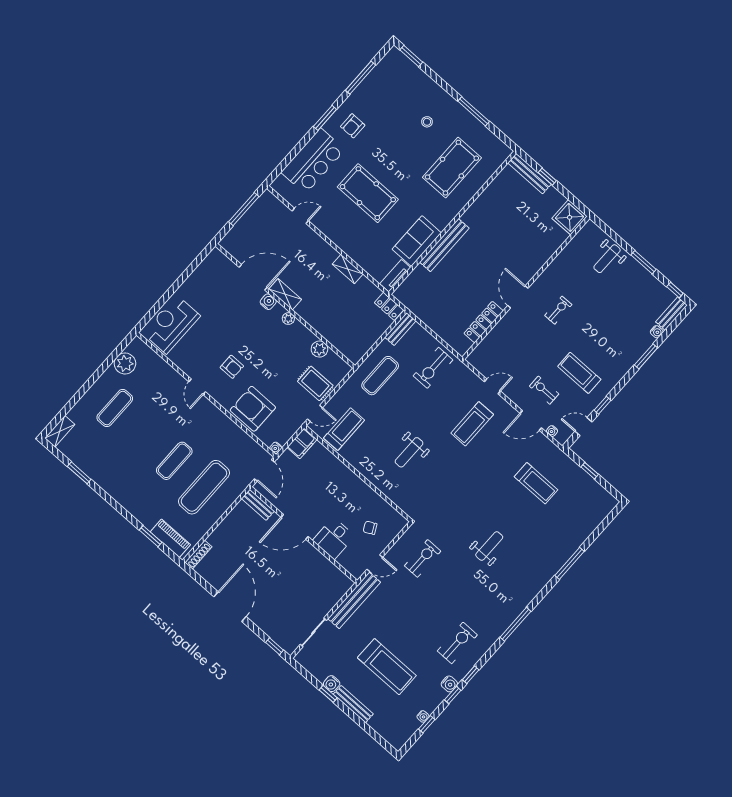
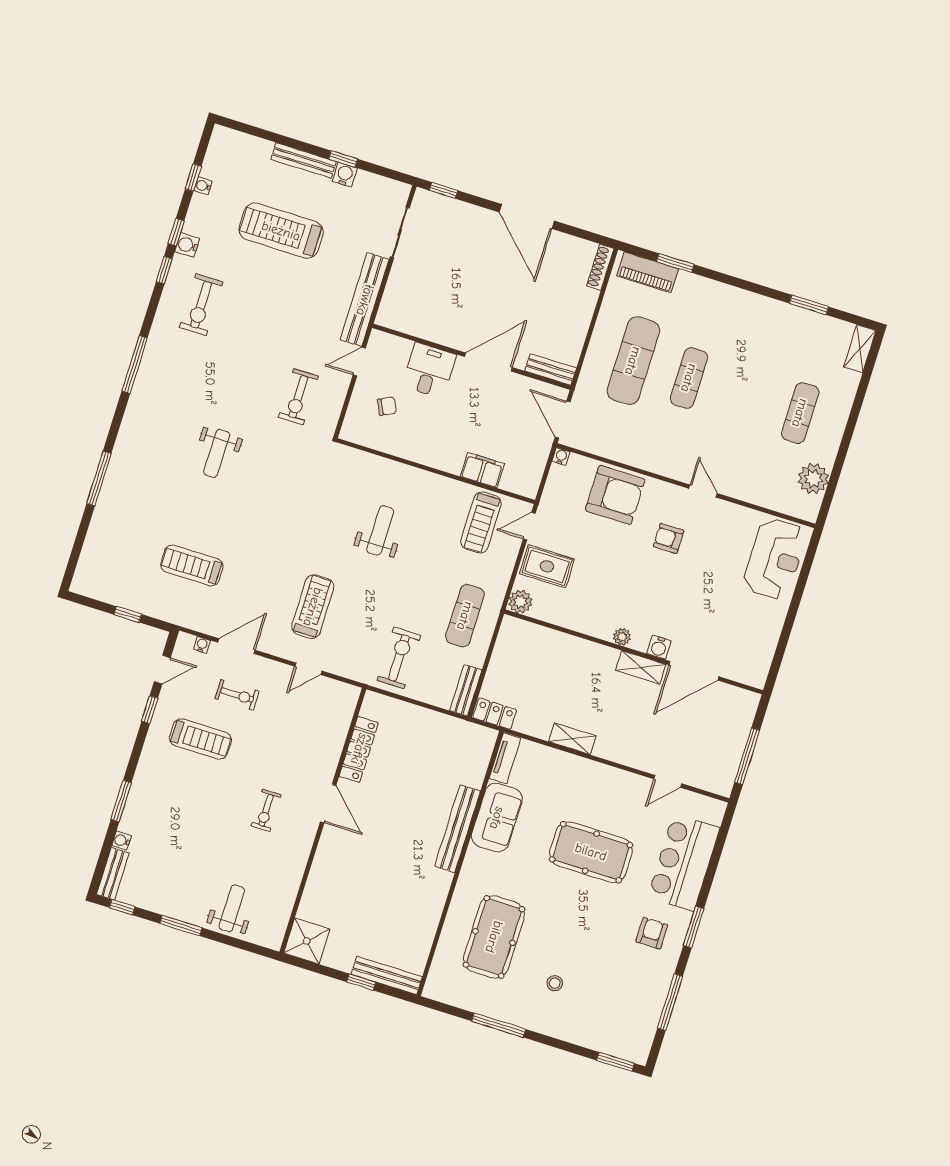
plant: (319, 349) -> (520, 602), moved
filing cabinet: (302, 443) -> (482, 470), moved, turned 90

